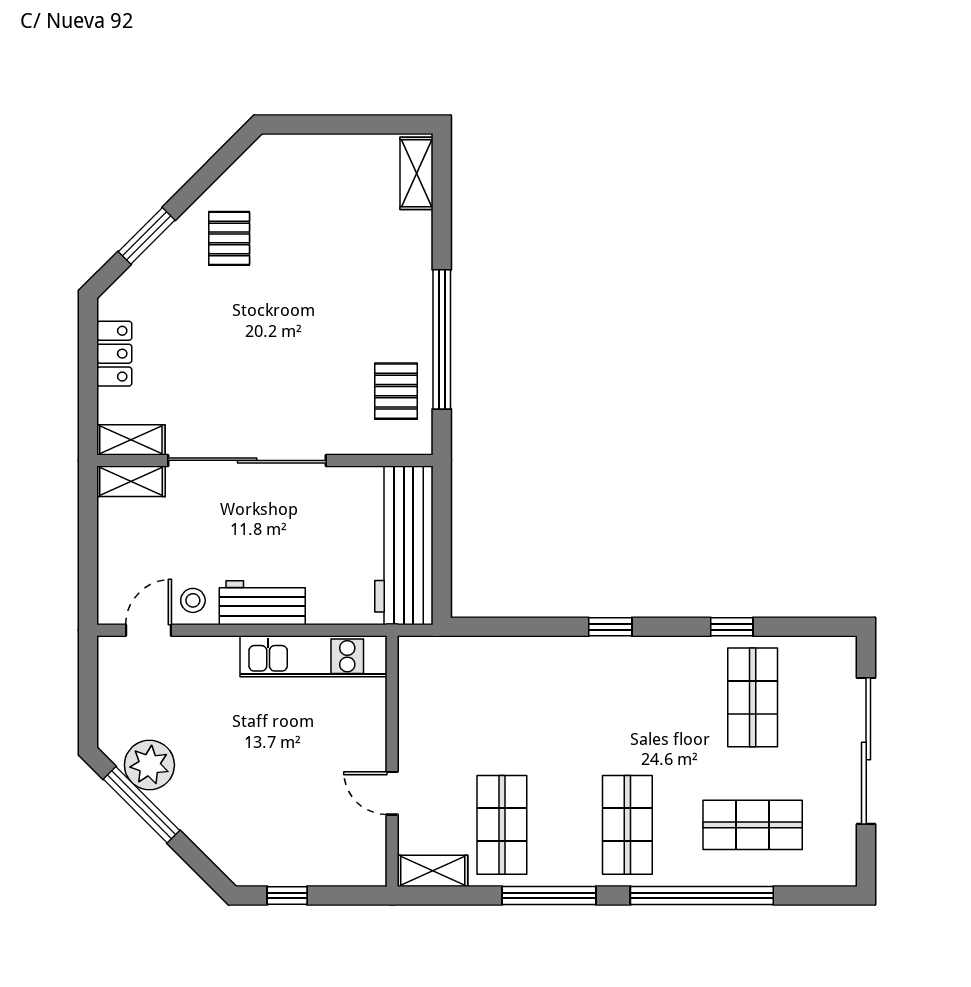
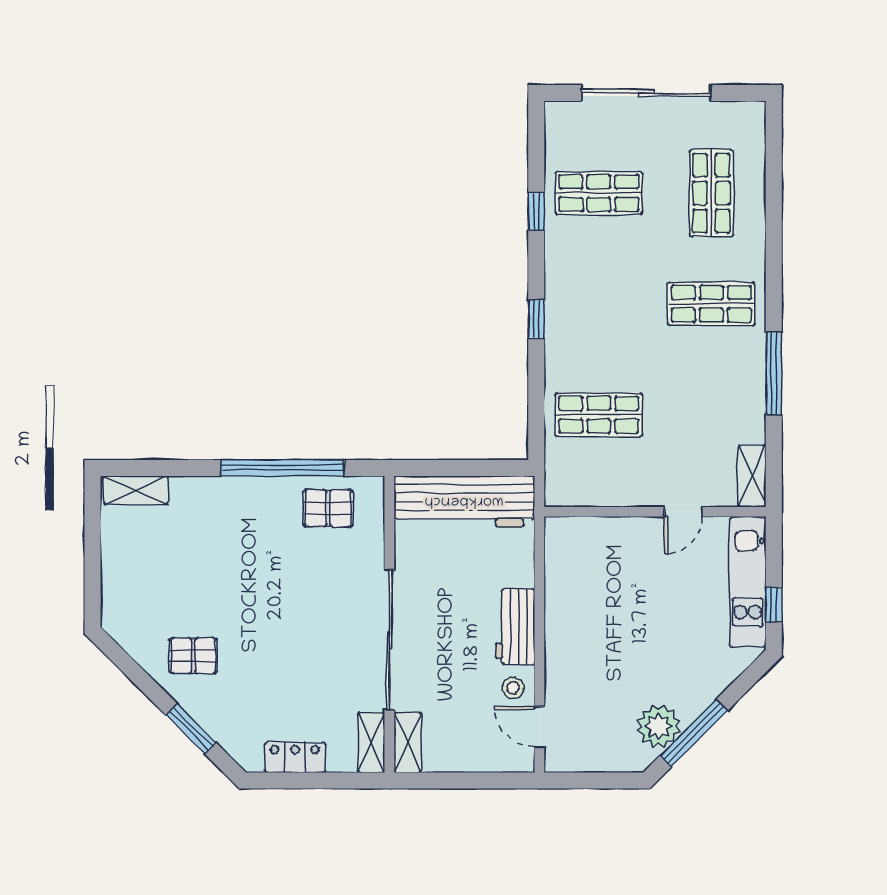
kitchen unit: (314, 656) -> (748, 582), moved, turned 180
shop shelf: (502, 825) -> (599, 415), moved
window: (702, 895) -> (774, 238), removed

